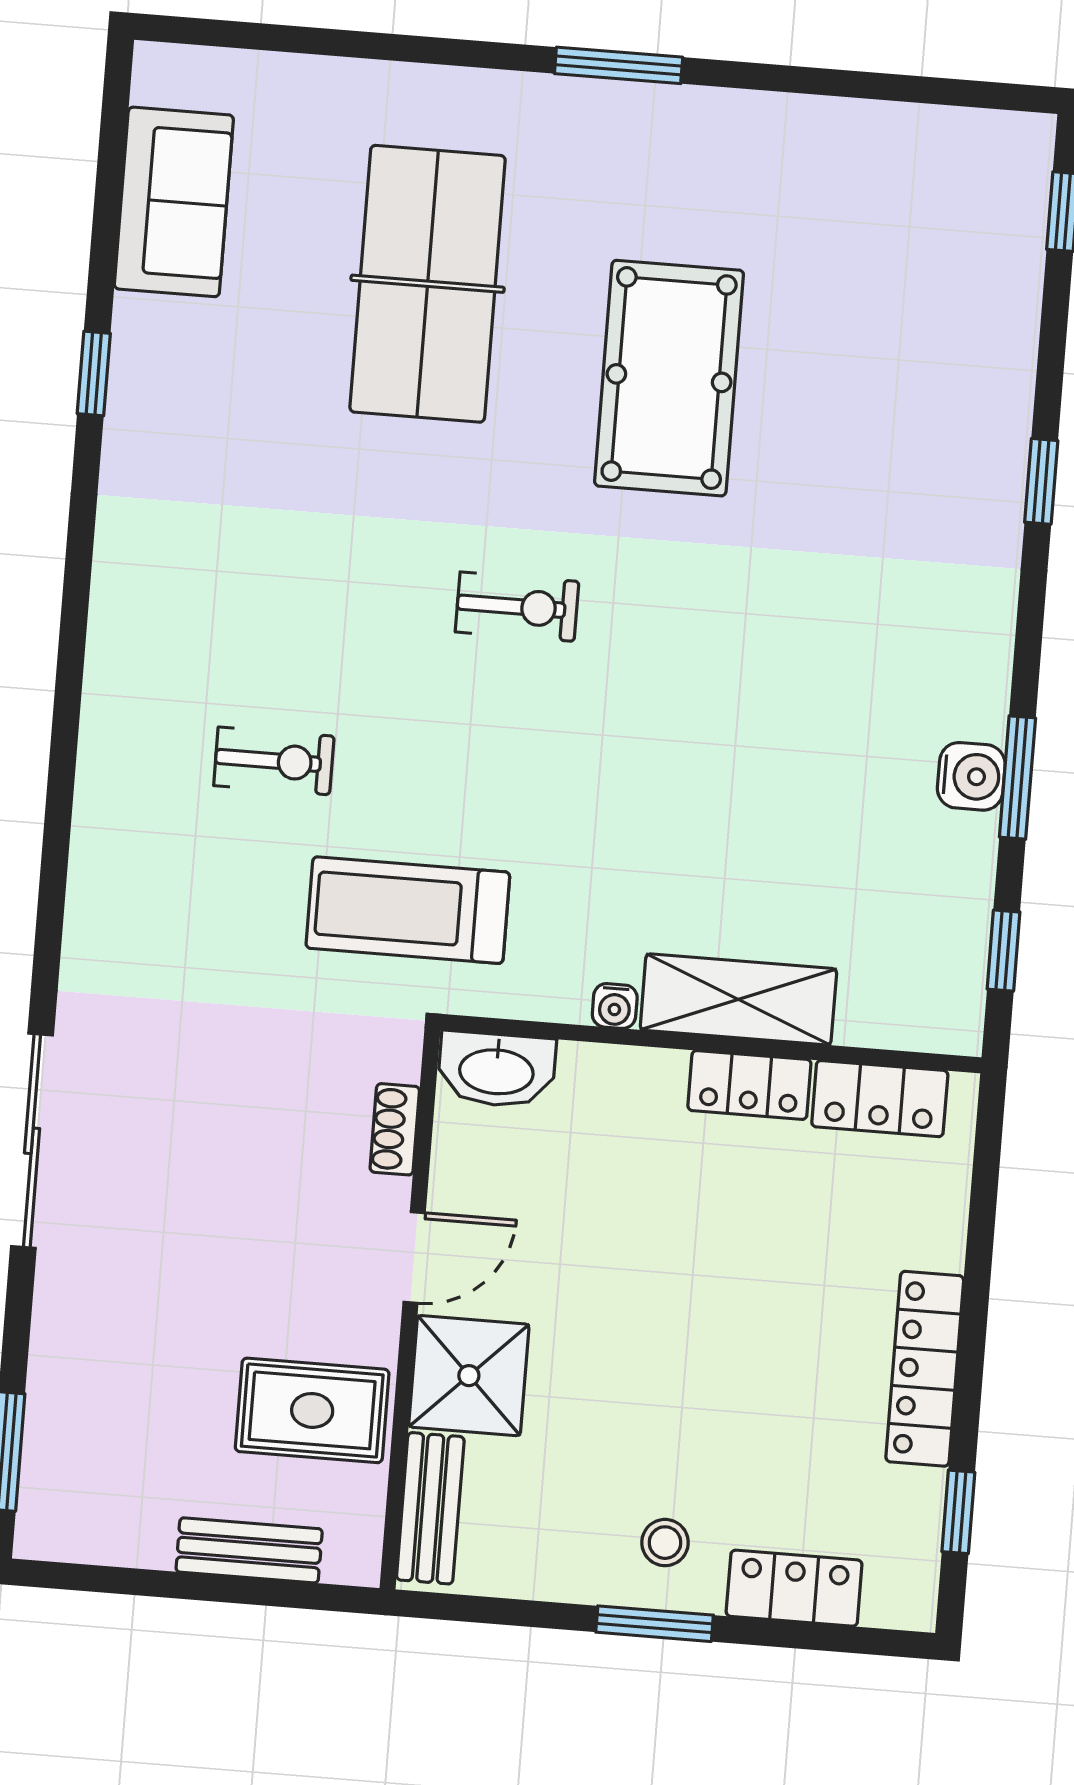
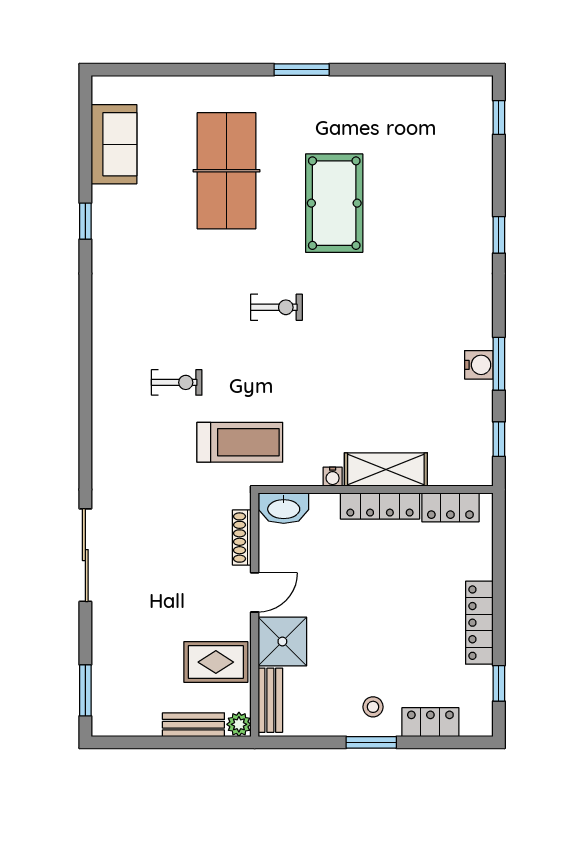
treadmill: (408, 910) -> (240, 442), turned 180
locker: (749, 1085) -> (380, 506), width x1.53
shoe rack: (395, 1129) -> (242, 538), width x1.43
plant: (354, 1558) -> (239, 724), added

